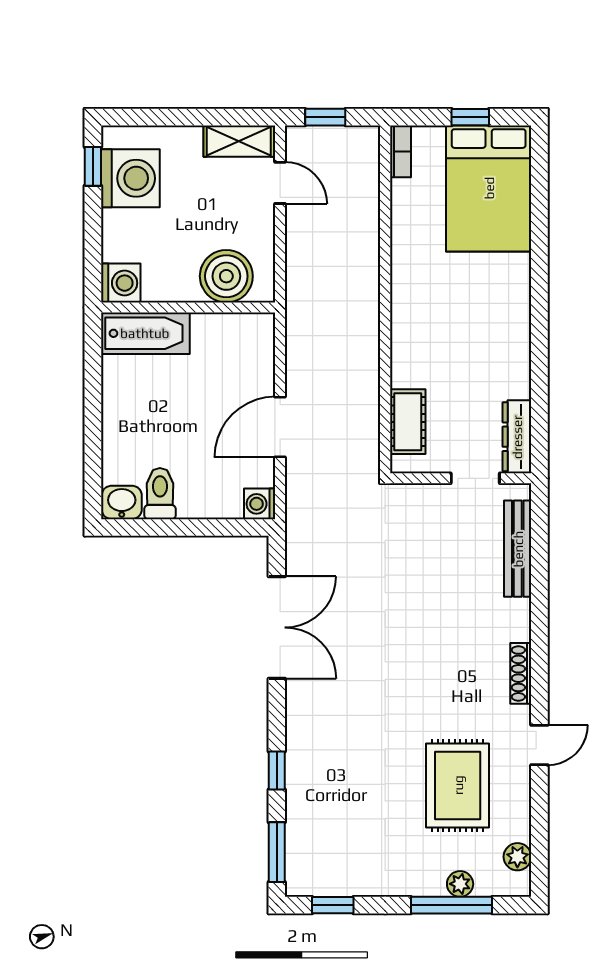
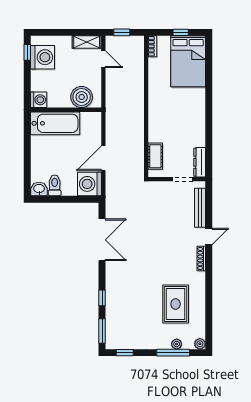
bathtub: (145, 333) -> (55, 123), width x1.36, depth x1.36
washing machine: (260, 504) -> (90, 184), width x1.89, depth x1.89
door: (539, 745) -> (209, 236), moved
plant: (517, 857) -> (200, 344), moved

